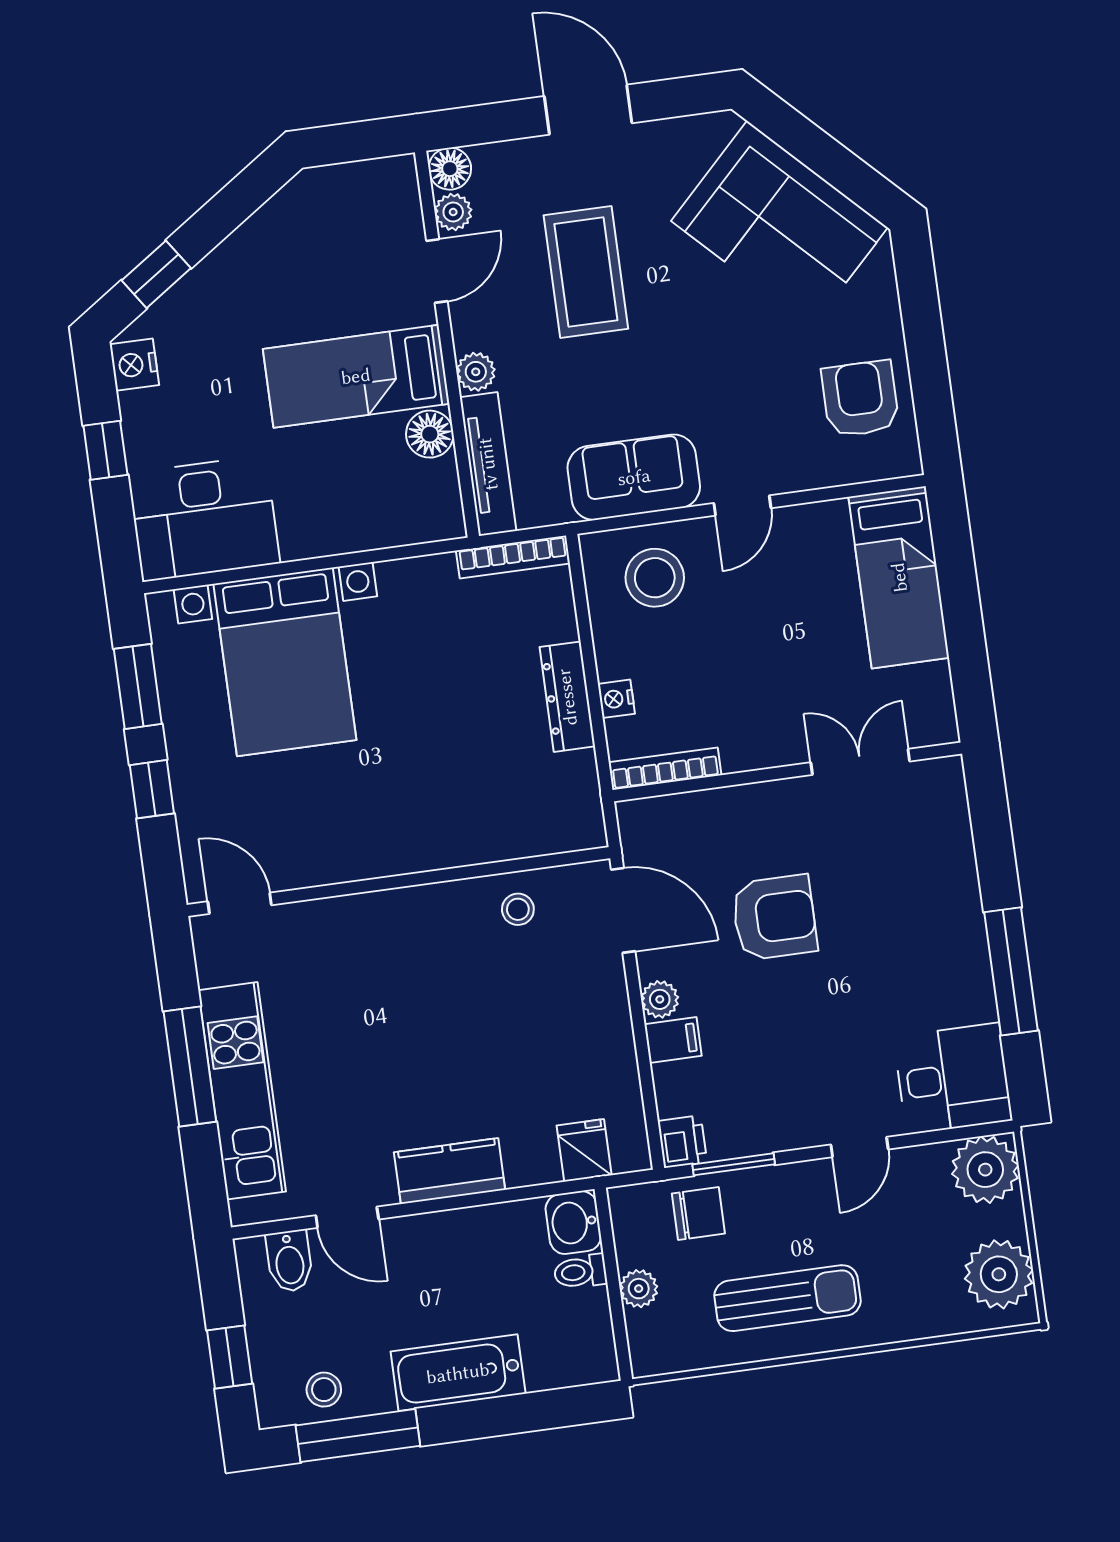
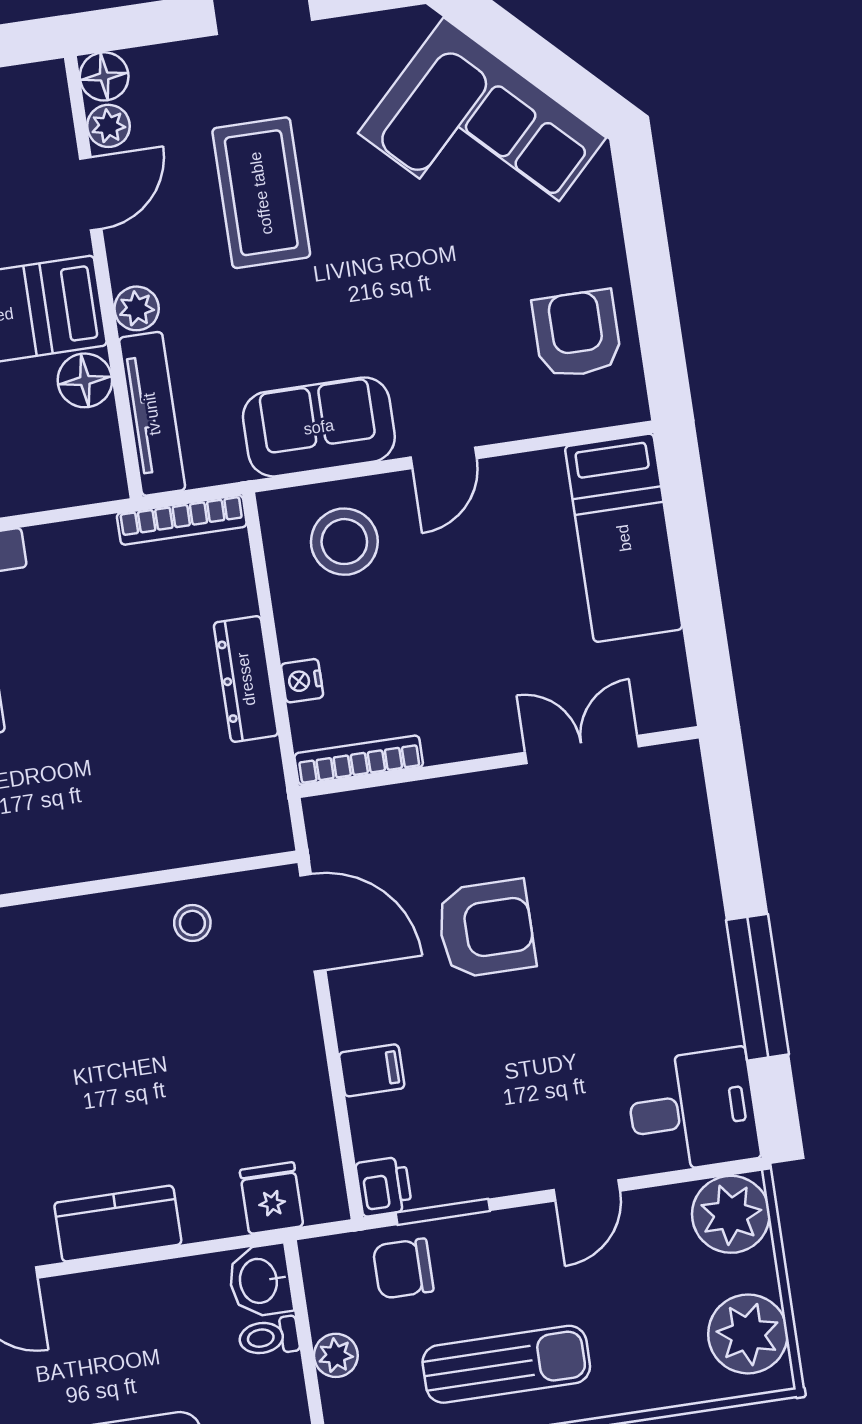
plant: (660, 999) -> (356, 1024), removed
chair: (698, 1213) -> (403, 1269), turned 180

